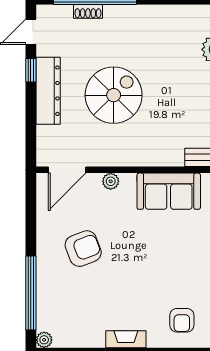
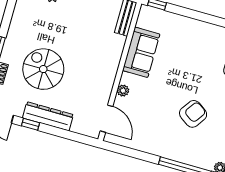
spiral stairs: (114, 95) -> (43, 69), moved
armchair: (83, 249) -> (193, 114), moved, turned 56

